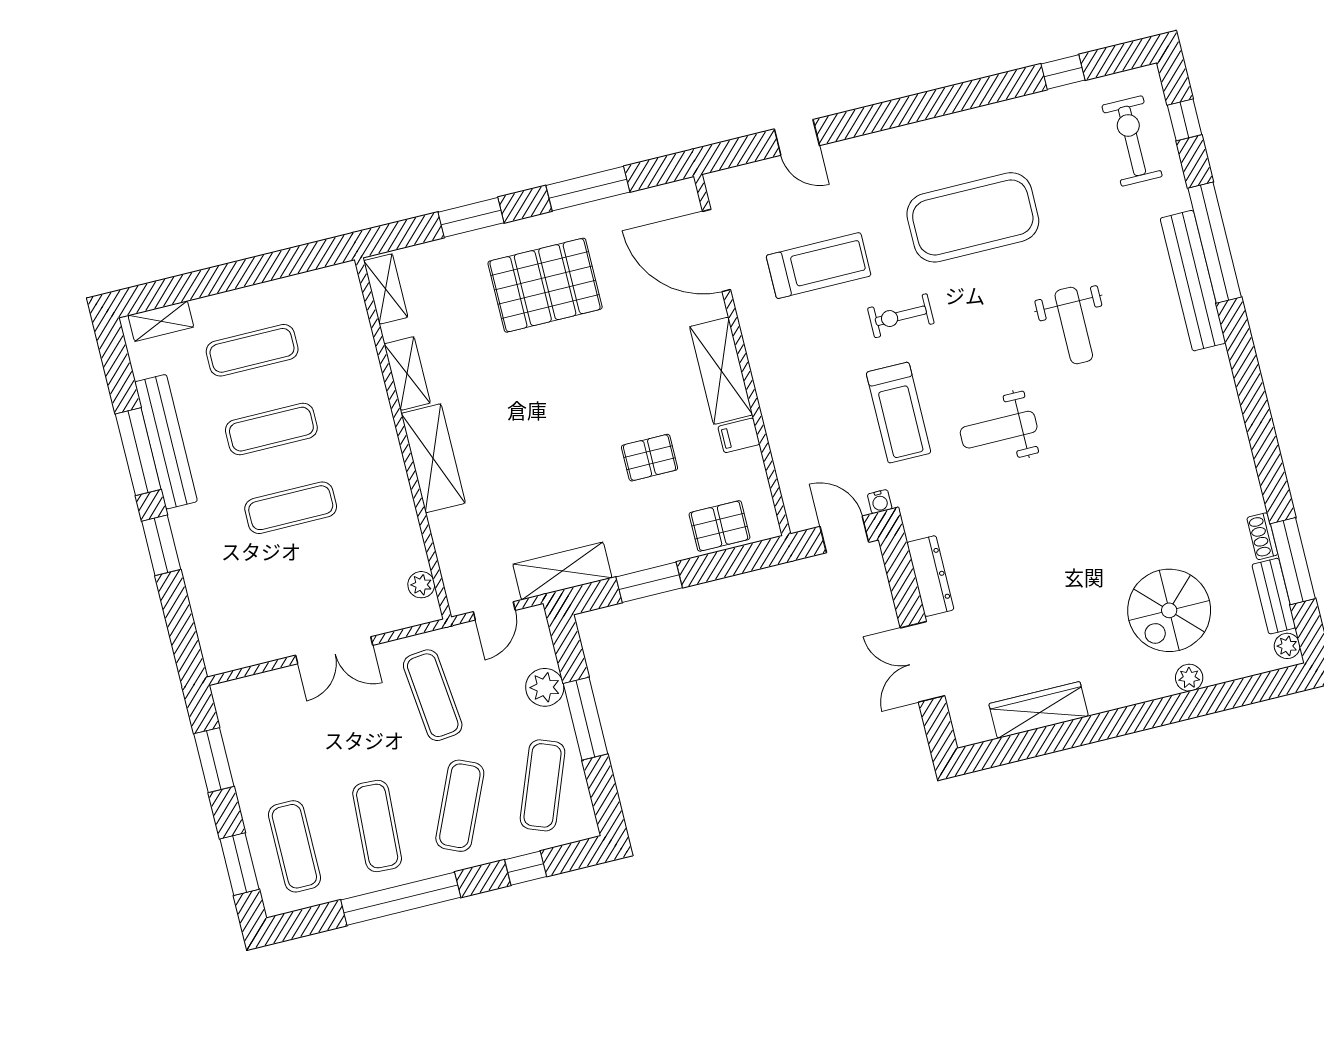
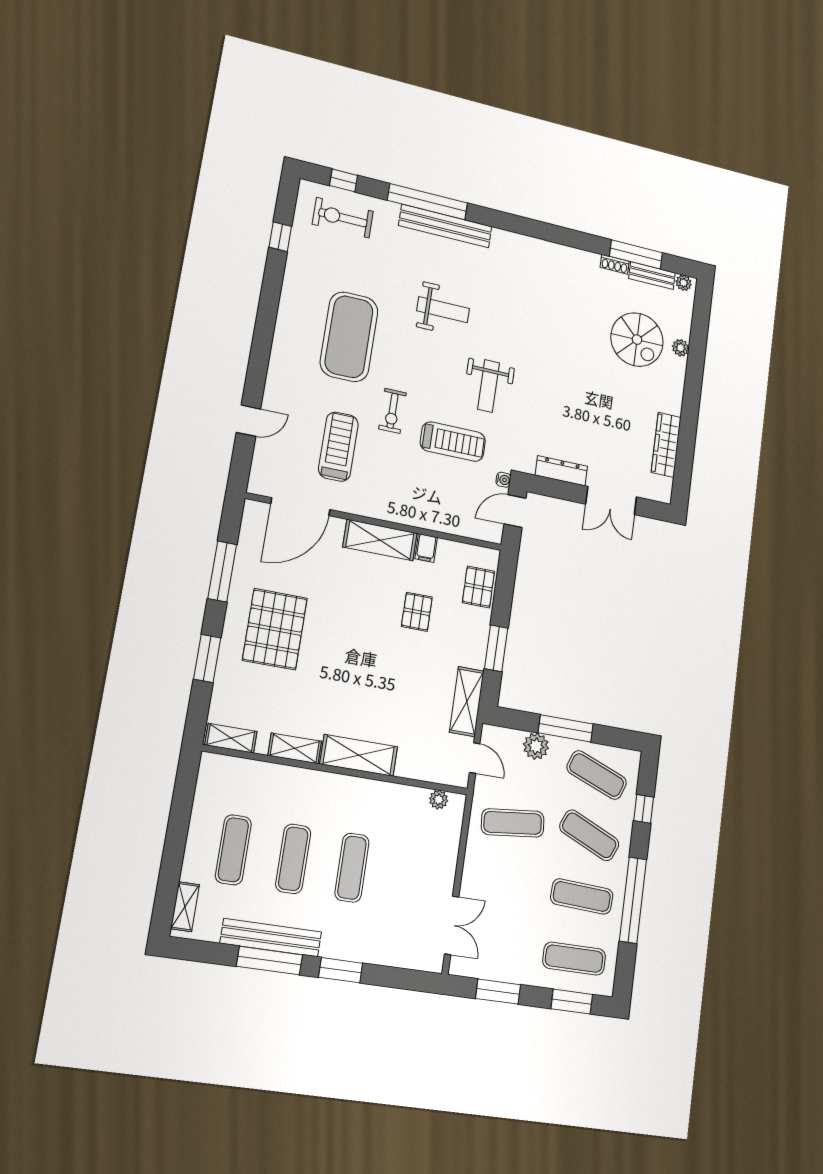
double door: (334, 650) -> (452, 925), moved

